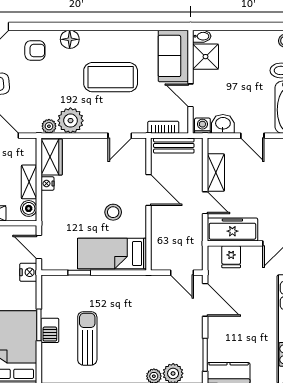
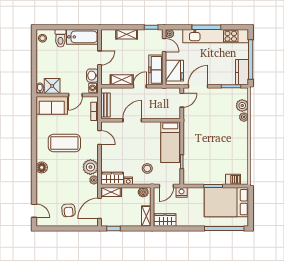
armchair: (35, 51) -> (48, 188), removed
coffee table: (111, 77) -> (64, 143), turned 90
shelving: (29, 182) -> (111, 192), moved
stool: (113, 212) -> (147, 168), moved
fridge: (231, 257) -> (174, 71), width x1.88, depth x1.34
barbecue: (50, 330) -> (233, 179), moved
sun lounger: (87, 338) -> (221, 157), removed

